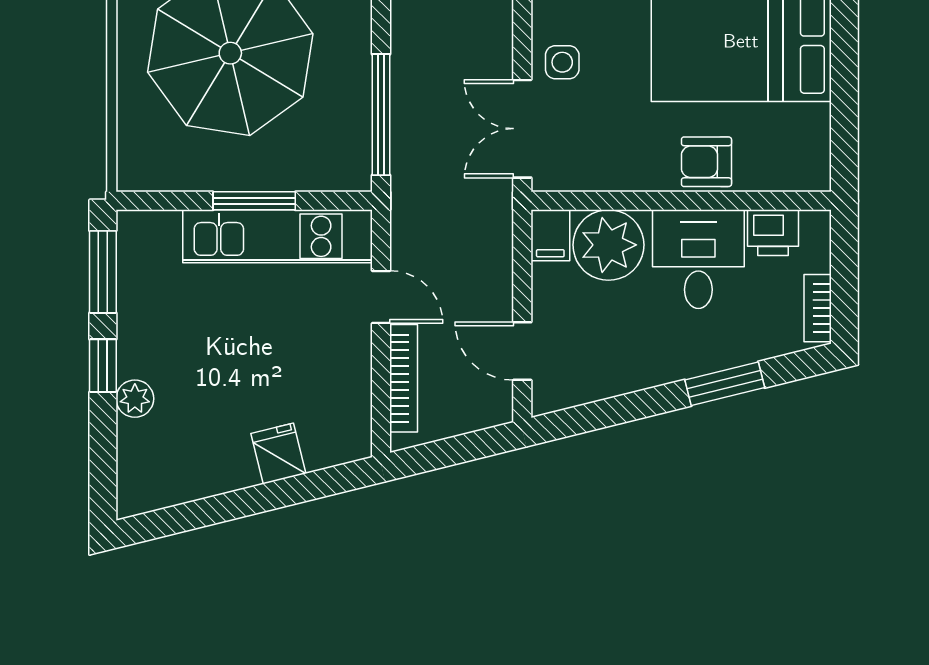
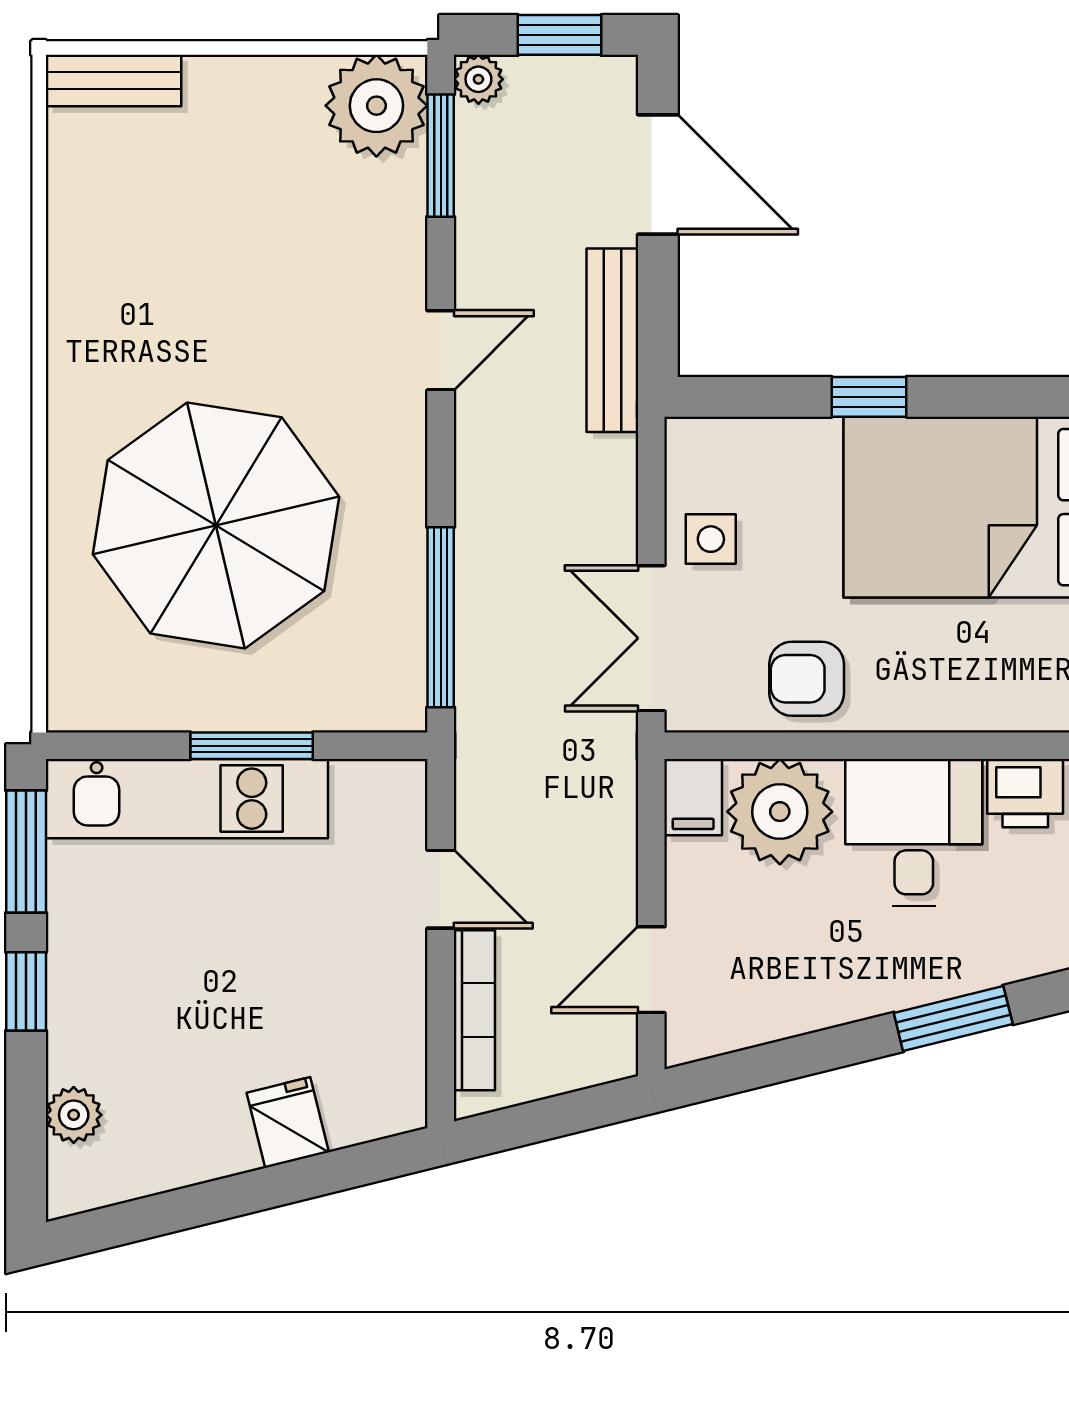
armchair: (706, 162) -> (807, 679), moved
kitchen unit: (278, 236) -> (187, 799), moved
door: (522, 351) -> (651, 970), hinge flipped
plant: (135, 399) -> (74, 1115), moved

